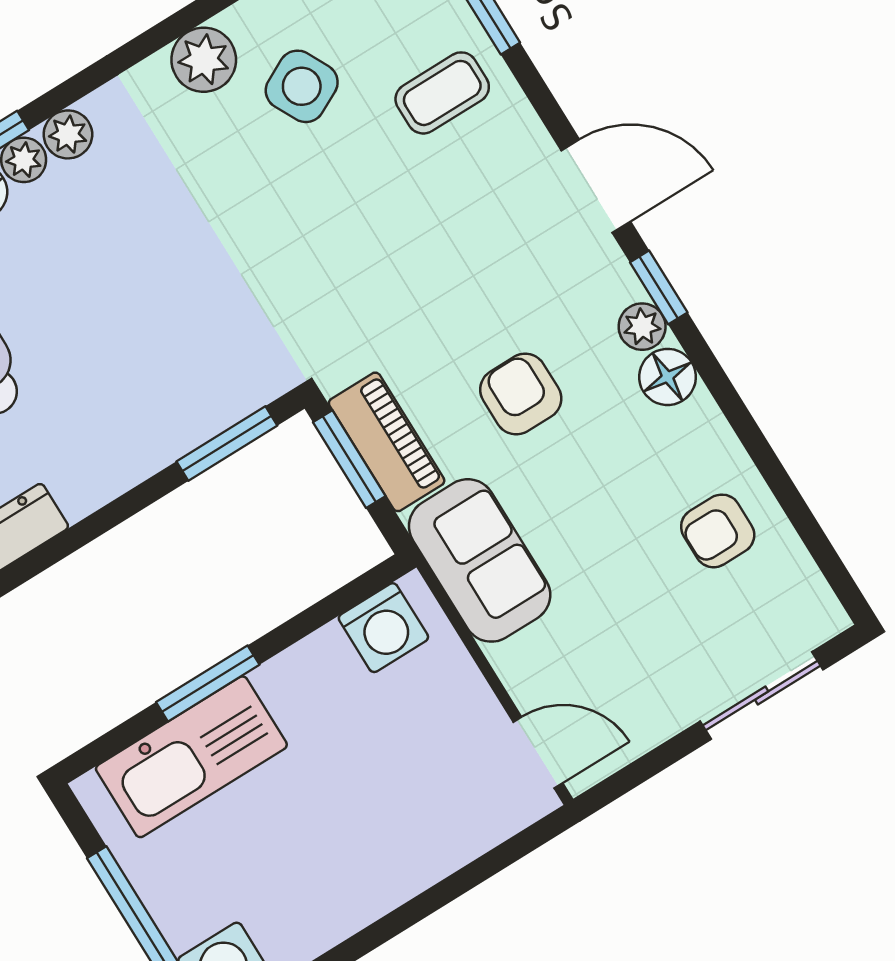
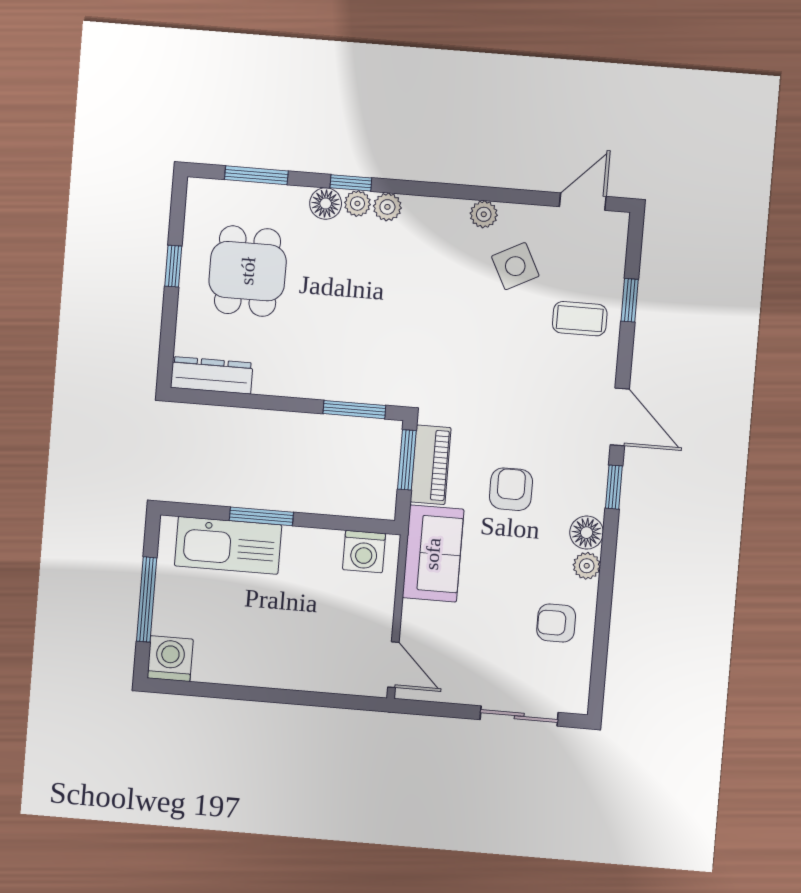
plant: (204, 60) -> (484, 214), width x0.73, depth x0.73
plant: (642, 327) -> (587, 566), moved

